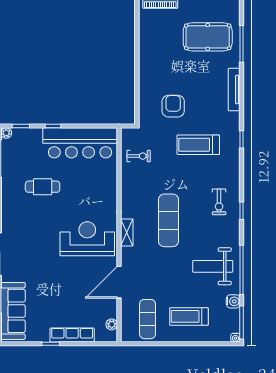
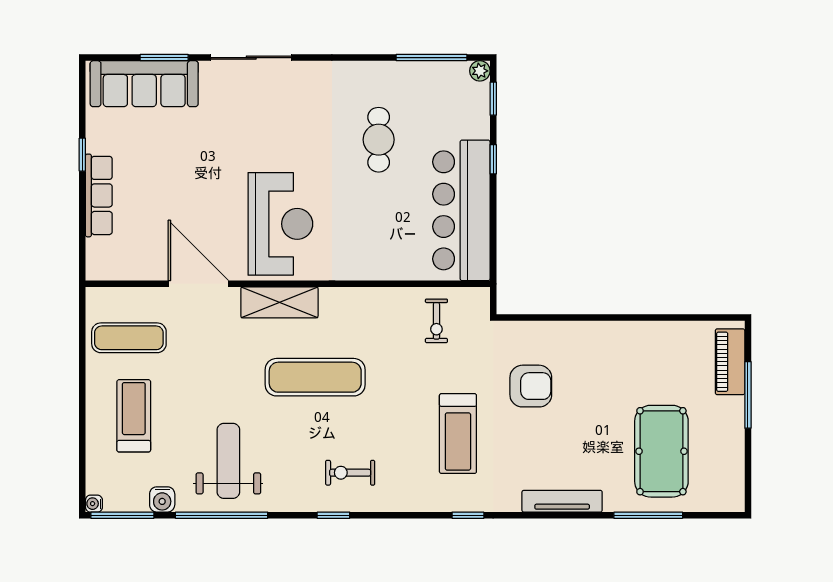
treadmill: (198, 145) -> (458, 434), turned 180
shelving: (127, 232) -> (279, 302), width x1.50, depth x1.33
plant: (112, 324) -> (119, 270), removed

